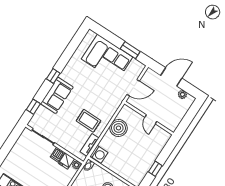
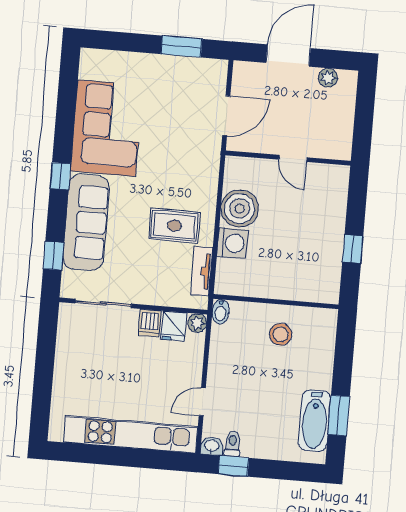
corner sofa: (107, 58) -> (107, 128), moved, turned -90
sofa: (57, 95) -> (86, 222), width x1.36
washing machine: (99, 154) -> (232, 243), moved

